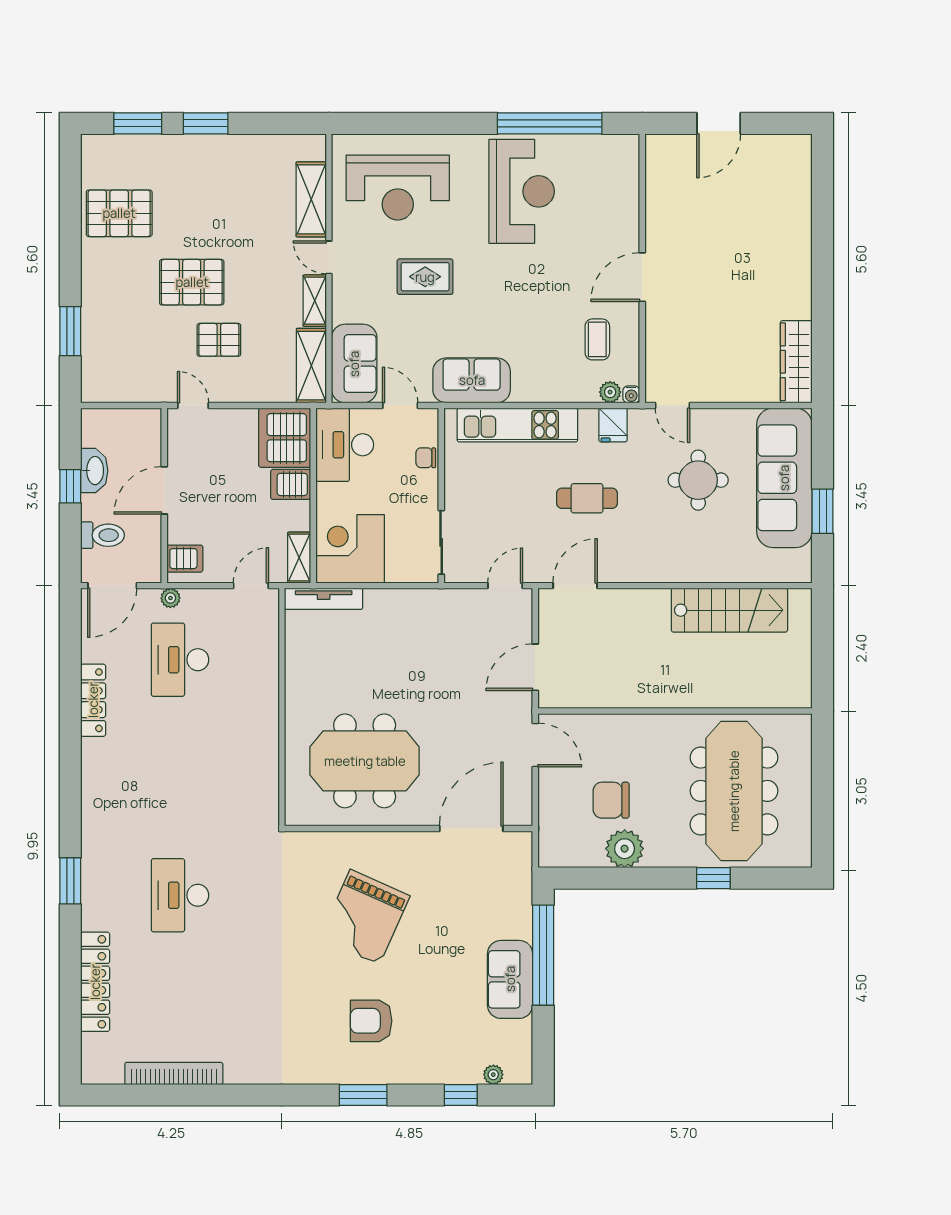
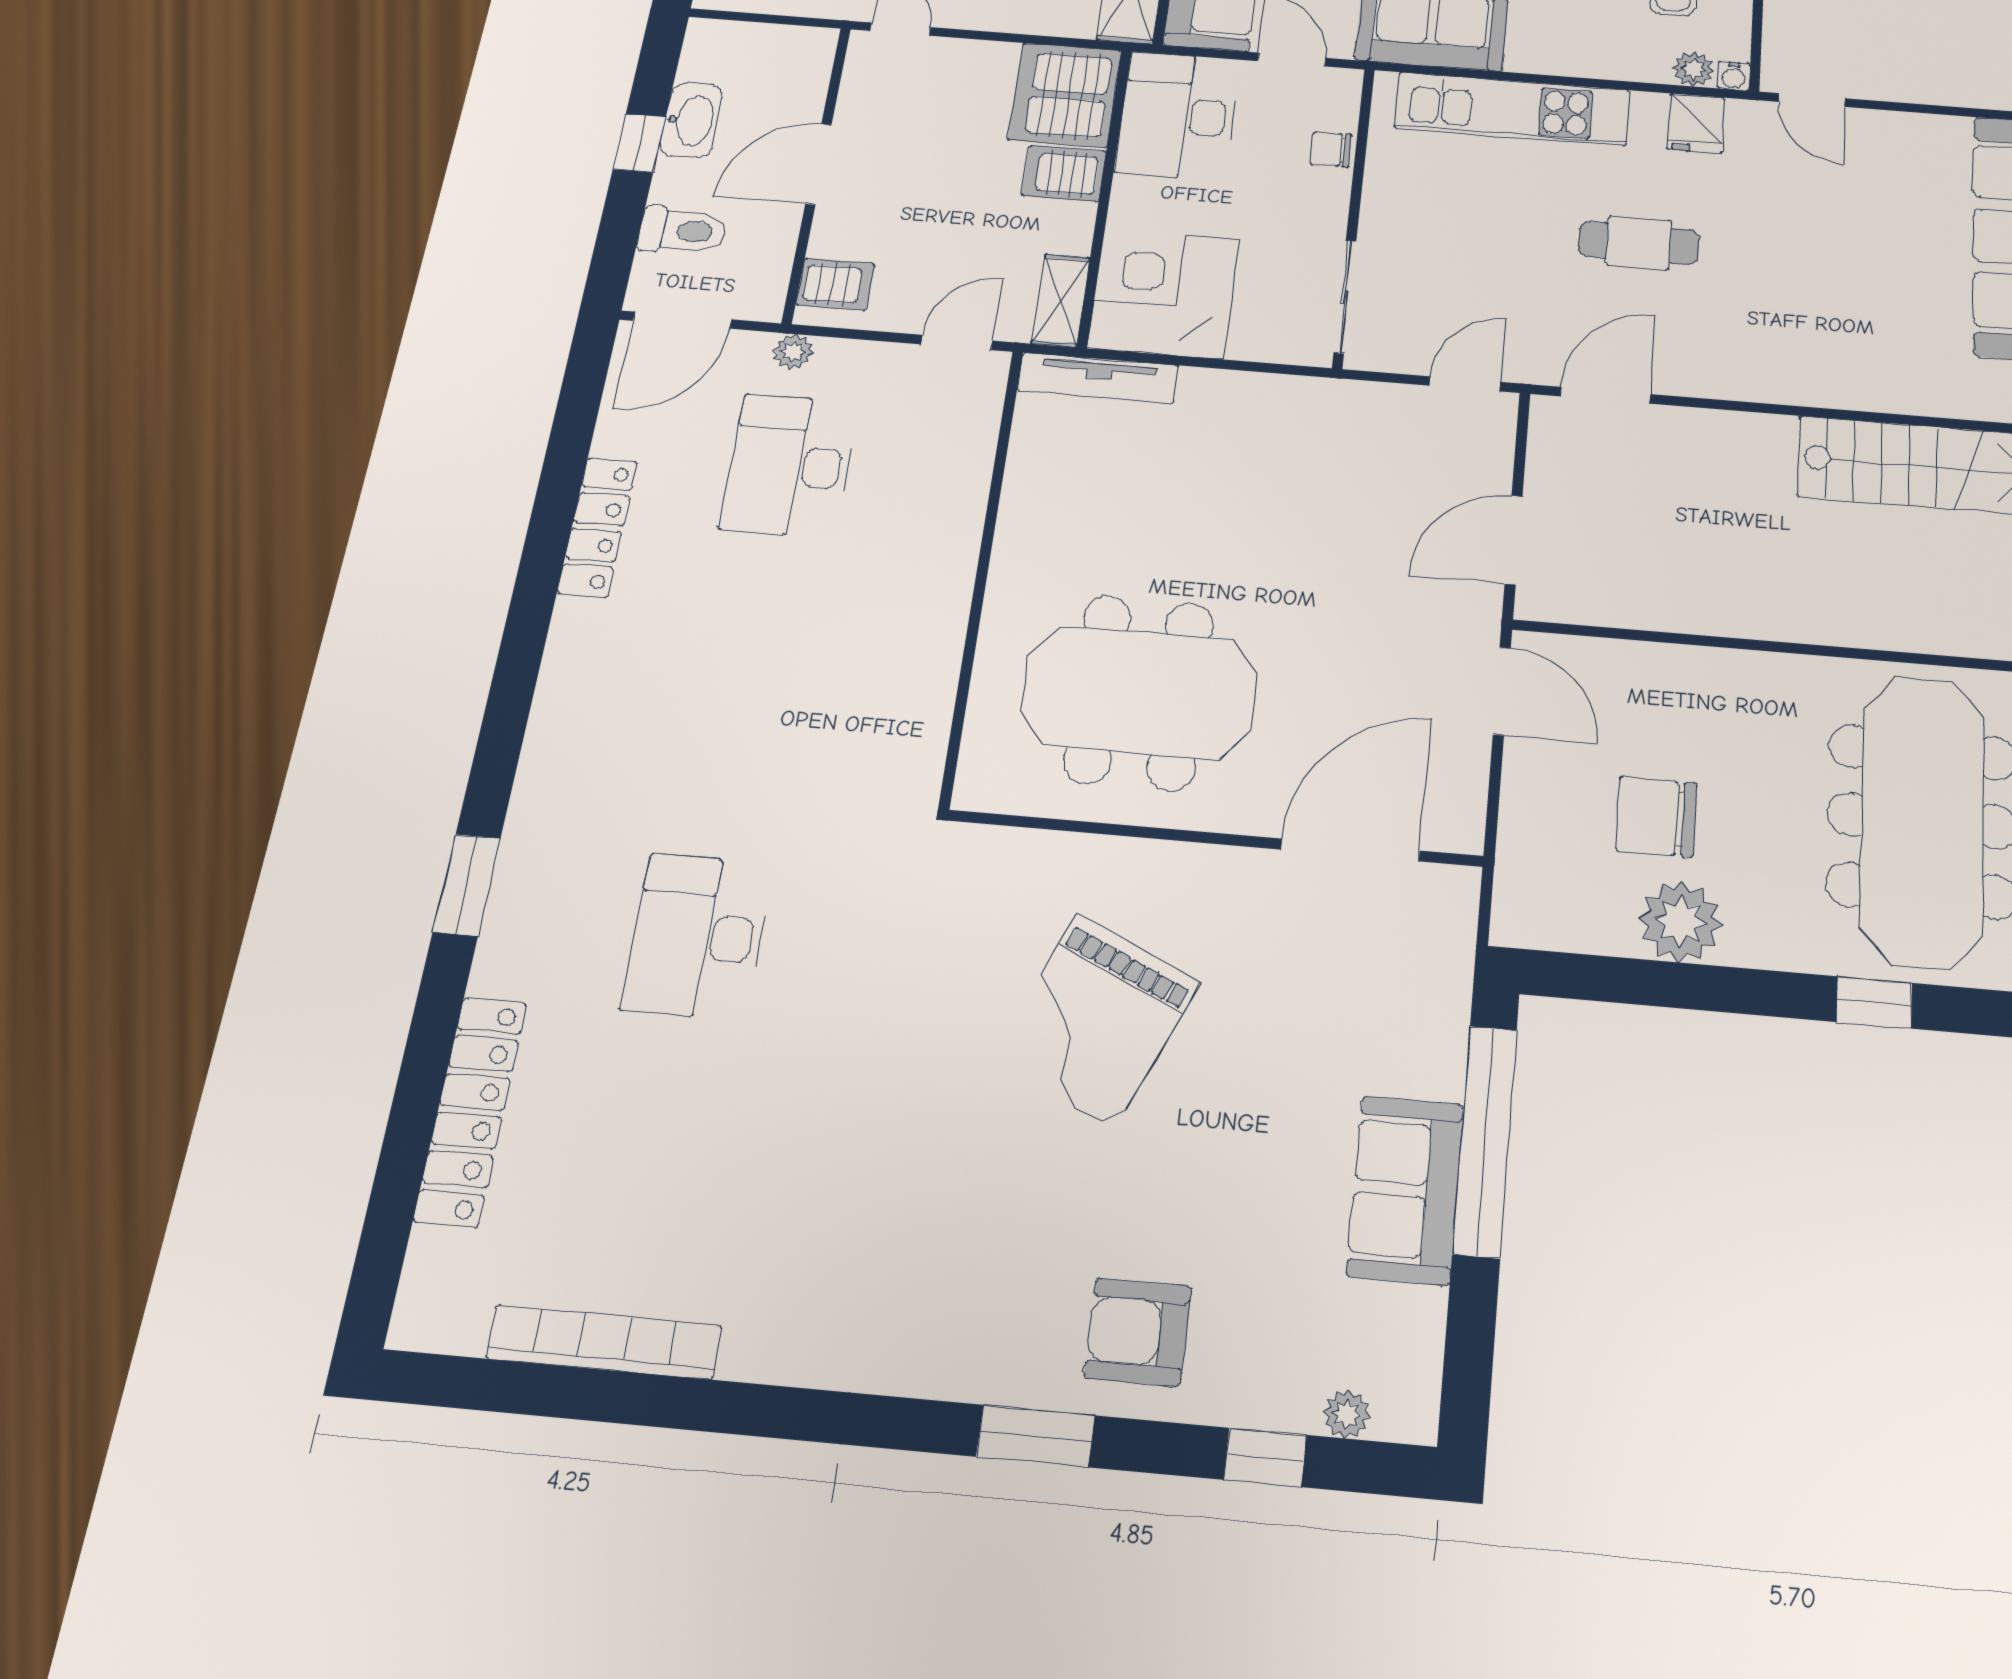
round table: (698, 480) -> (1858, 229), removed
armchair: (371, 1021) -> (1138, 1332), moved

